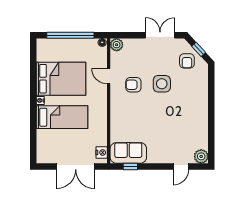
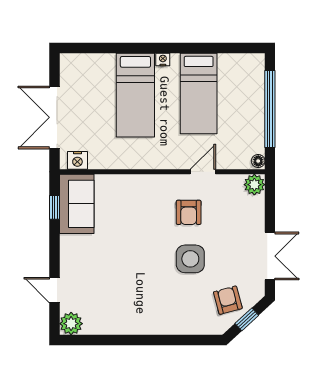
armchair: (187, 61) -> (228, 300), turned 75
bed: (61, 79) -> (199, 93), width x0.67
armchair: (133, 85) -> (189, 212), turned 180

